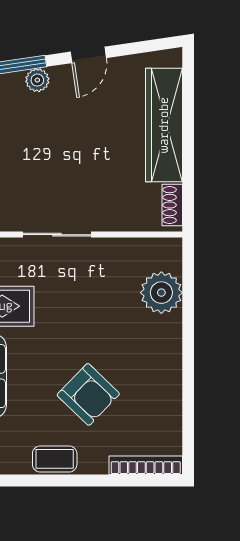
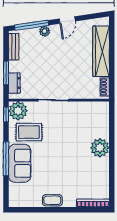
plant: (161, 293) -> (100, 148), moved
armchair: (88, 394) -> (67, 171), removed

